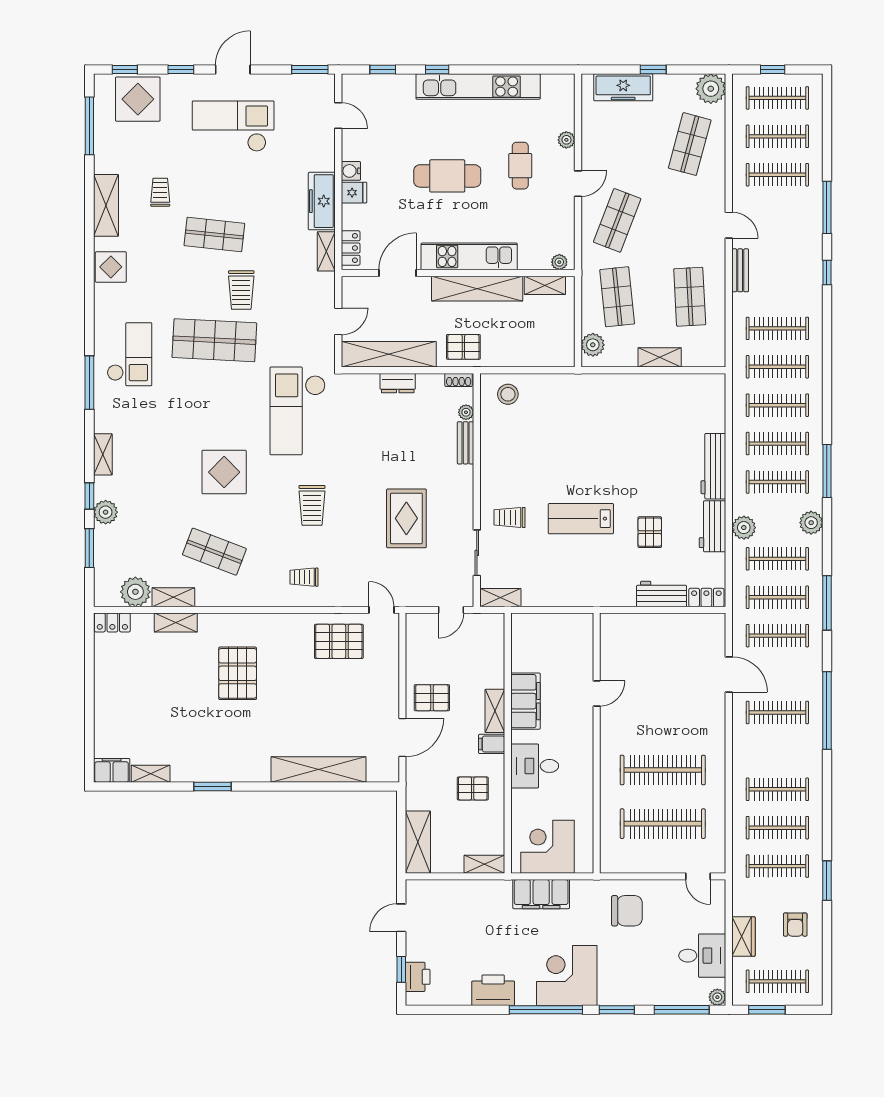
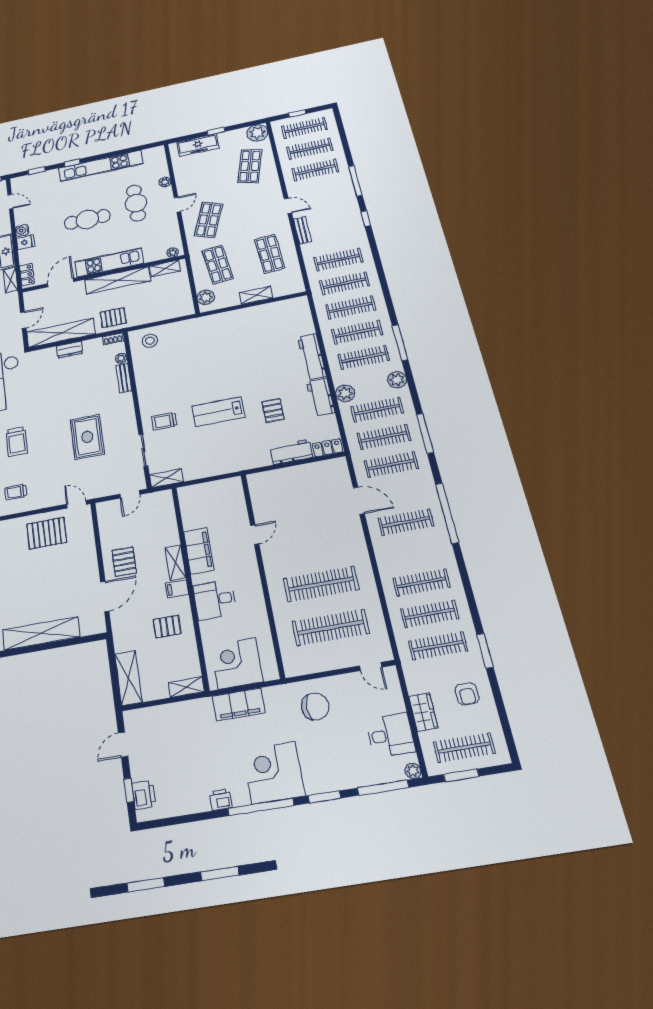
cafe table: (520, 166) -> (136, 203), width x1.37, depth x1.35
pallet: (432, 698) -> (124, 562), turned 90
printer: (493, 990) -> (221, 800), width x0.53, depth x0.68

